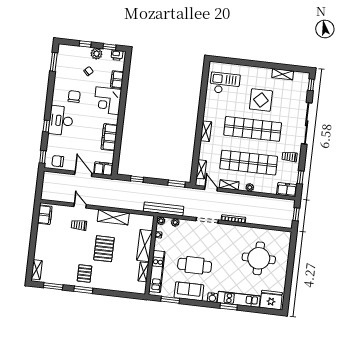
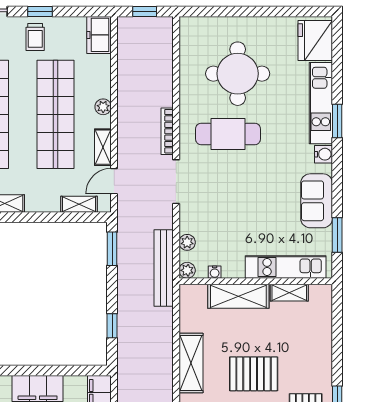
window: (300, 177) -> (40, 12), moved
cafe table: (195, 265) -> (228, 134), moved, turned 90

